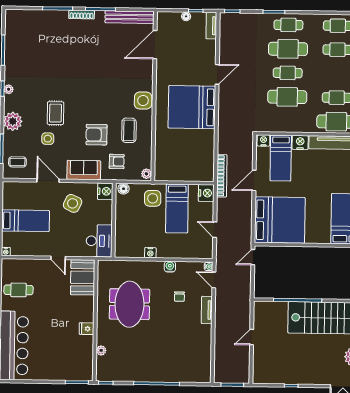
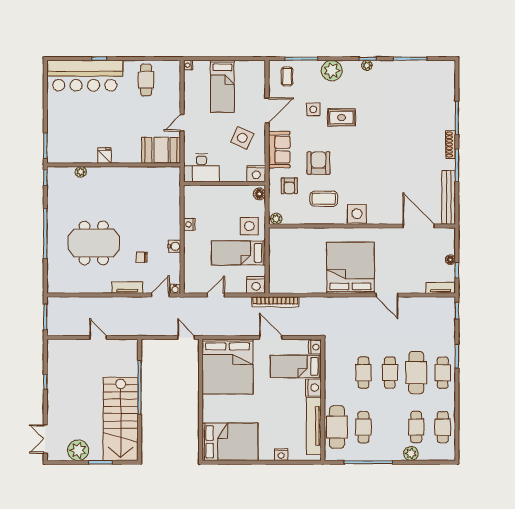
cafe table: (287, 97) -> (363, 373), width x0.73, depth x0.74
meeting table: (129, 304) -> (94, 243), moved

